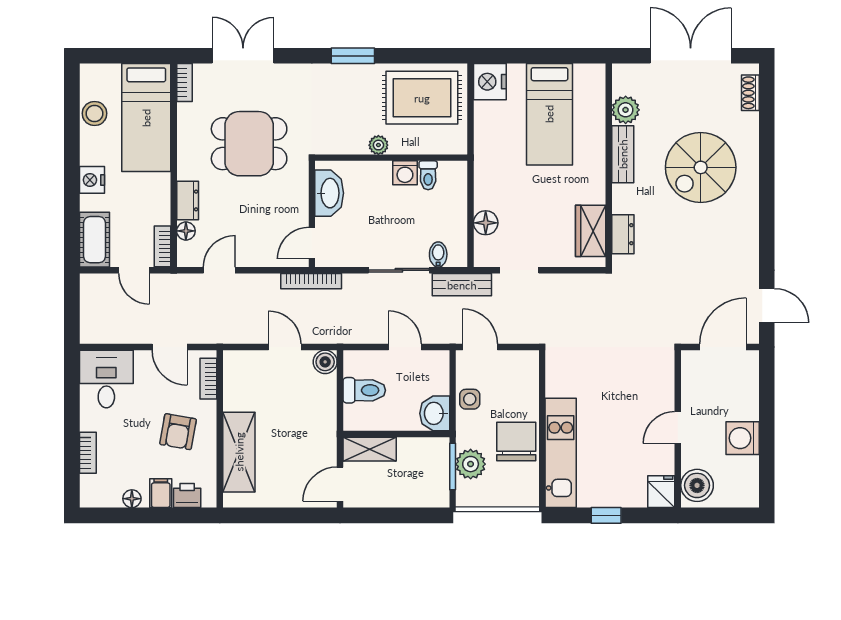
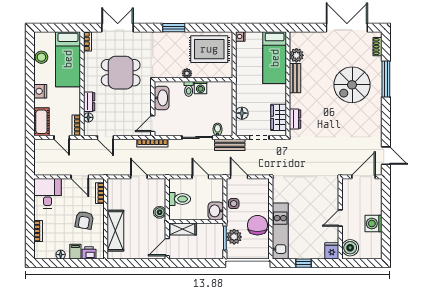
nightstand: (490, 82) -> (240, 37), width x0.53, depth x0.56
plant: (626, 110) -> (296, 55), moved
bench: (623, 154) -> (295, 78), moved
window: (767, 156) -> (386, 79), added
wall: (609, 165) -> (288, 84), moved
toilet: (428, 175) -> (189, 89), moved
wardrobe: (591, 231) -> (279, 117), moved
dresser: (623, 234) -> (295, 119), moved
door: (219, 270) -> (105, 137), swing flipped
boiler: (325, 362) -> (160, 212), moved

